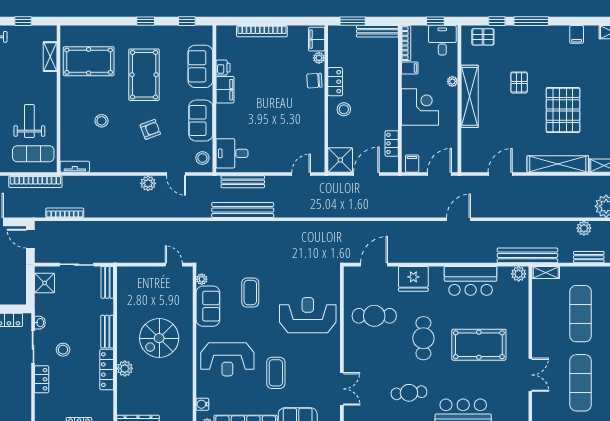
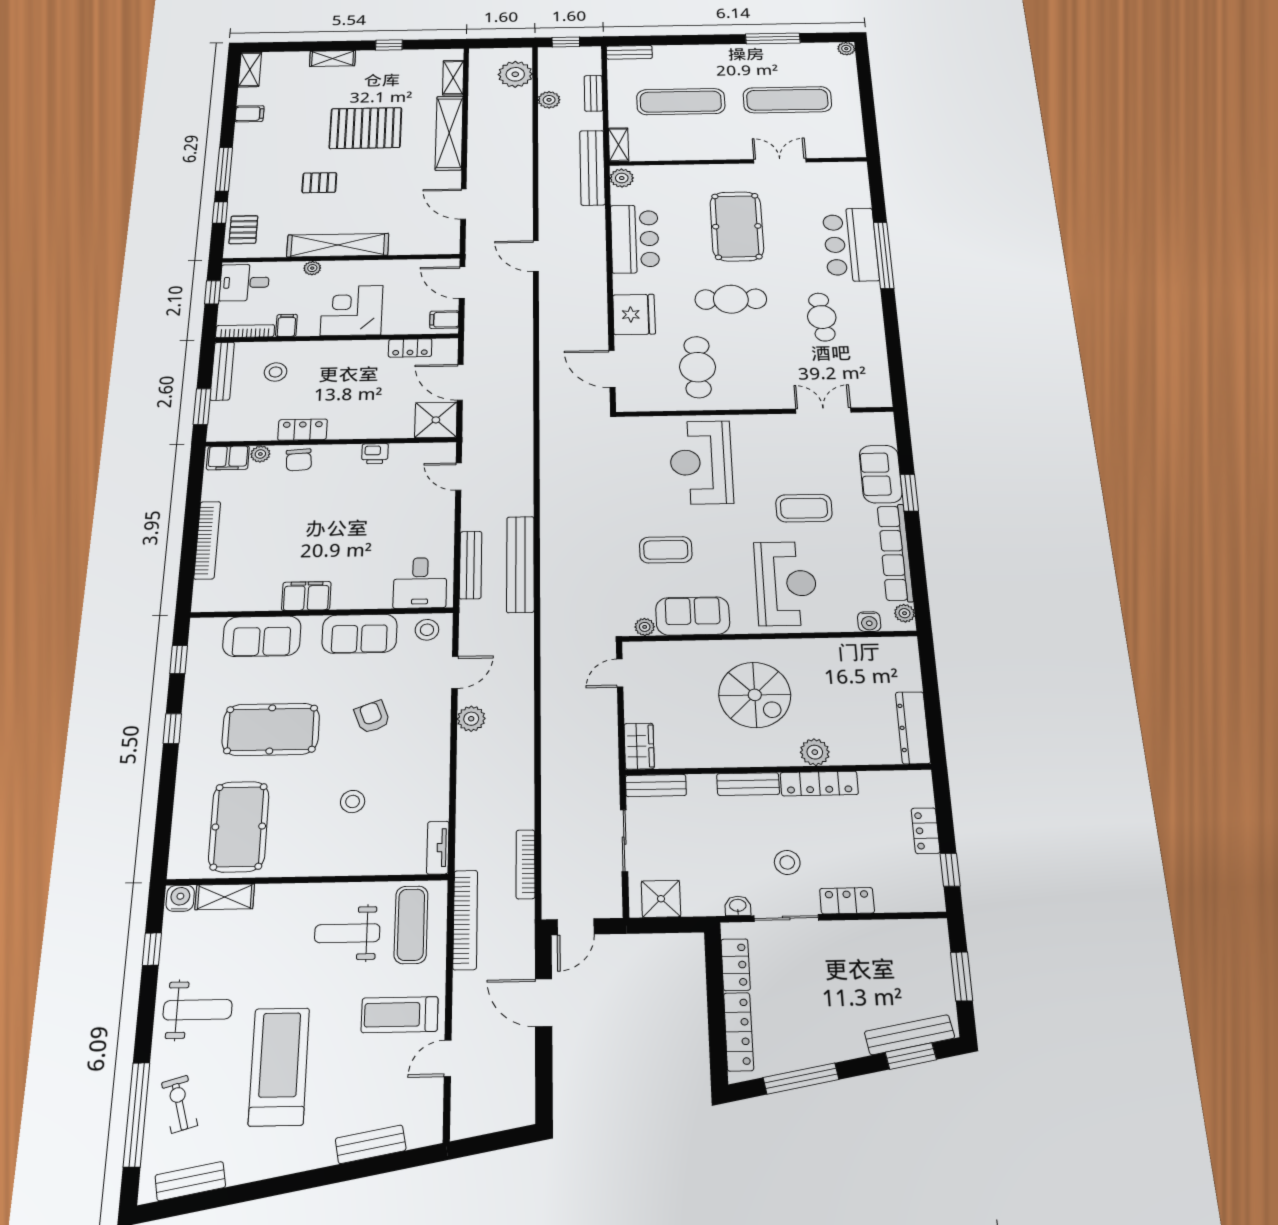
water cooler: (50, 33) -> (180, 898), added
printer: (223, 68) -> (375, 454), moved, turned 180
stool: (344, 109) -> (276, 372), moved
wardrobe: (130, 274) -> (639, 746), added

